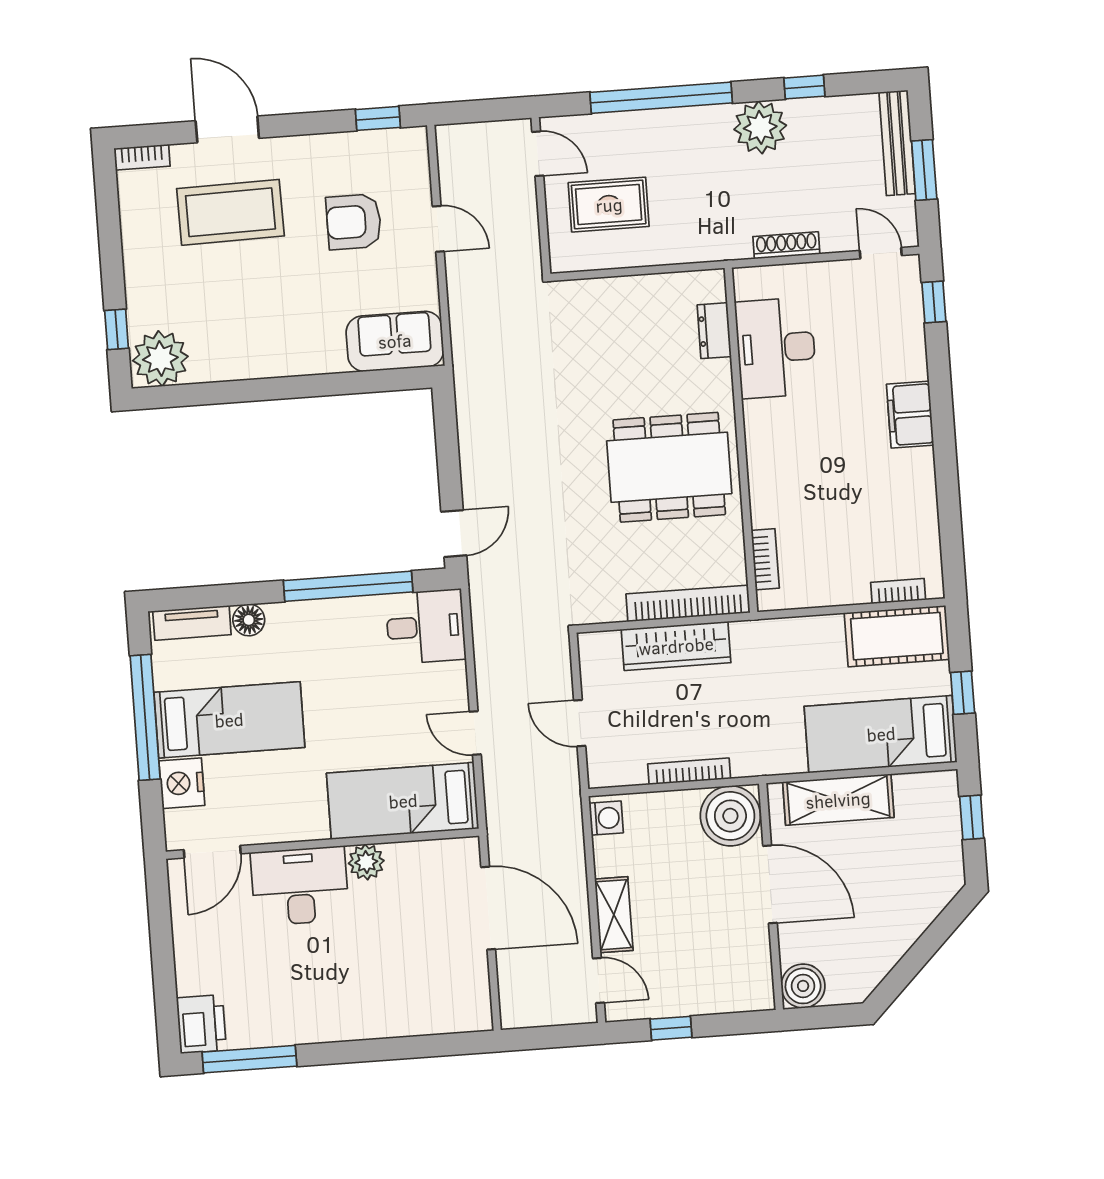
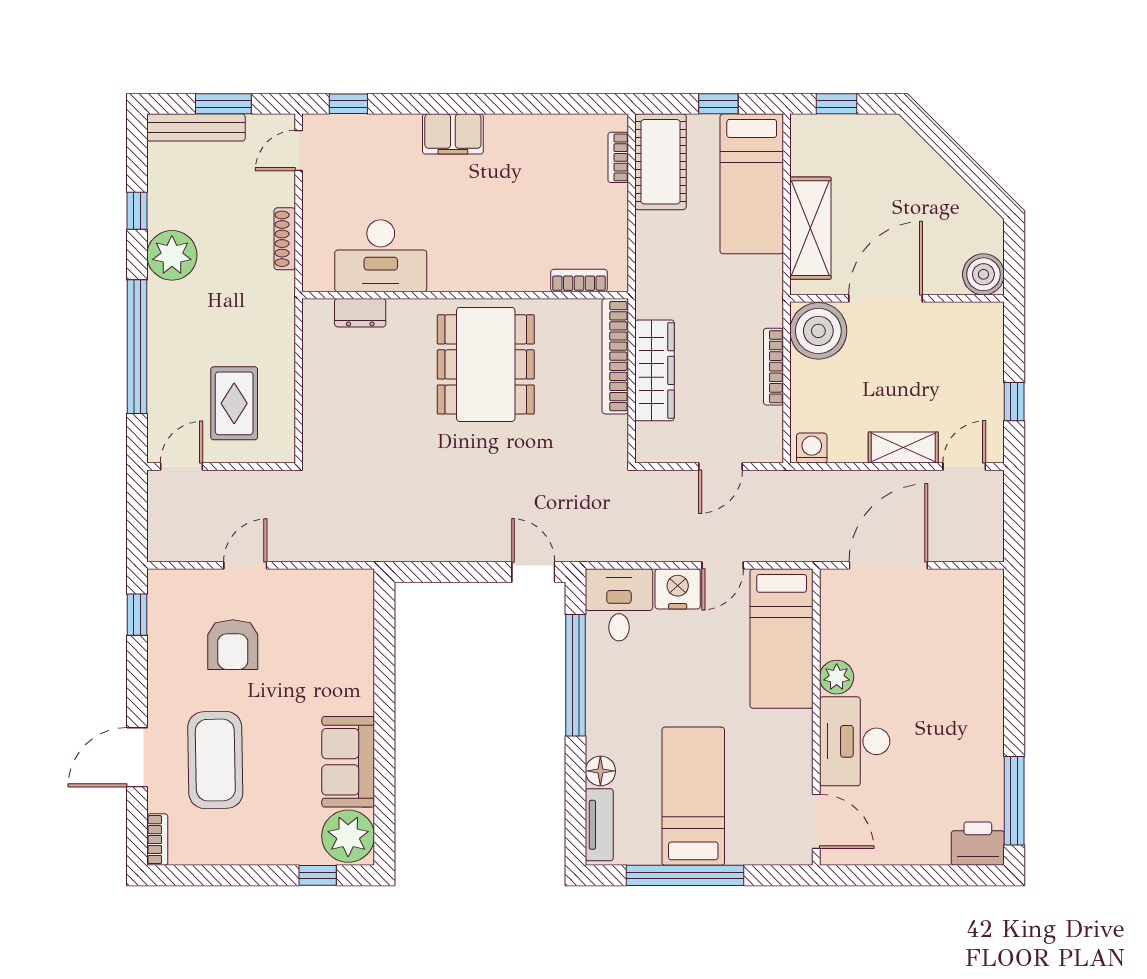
sofa: (395, 341) -> (348, 762), moved
nightstand: (182, 783) -> (678, 589), moved, turned 180

